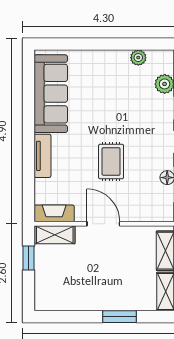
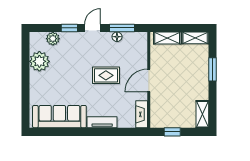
plant: (138, 58) -> (39, 61), width x1.87, depth x1.87
shelving: (55, 235) -> (202, 114), moved

